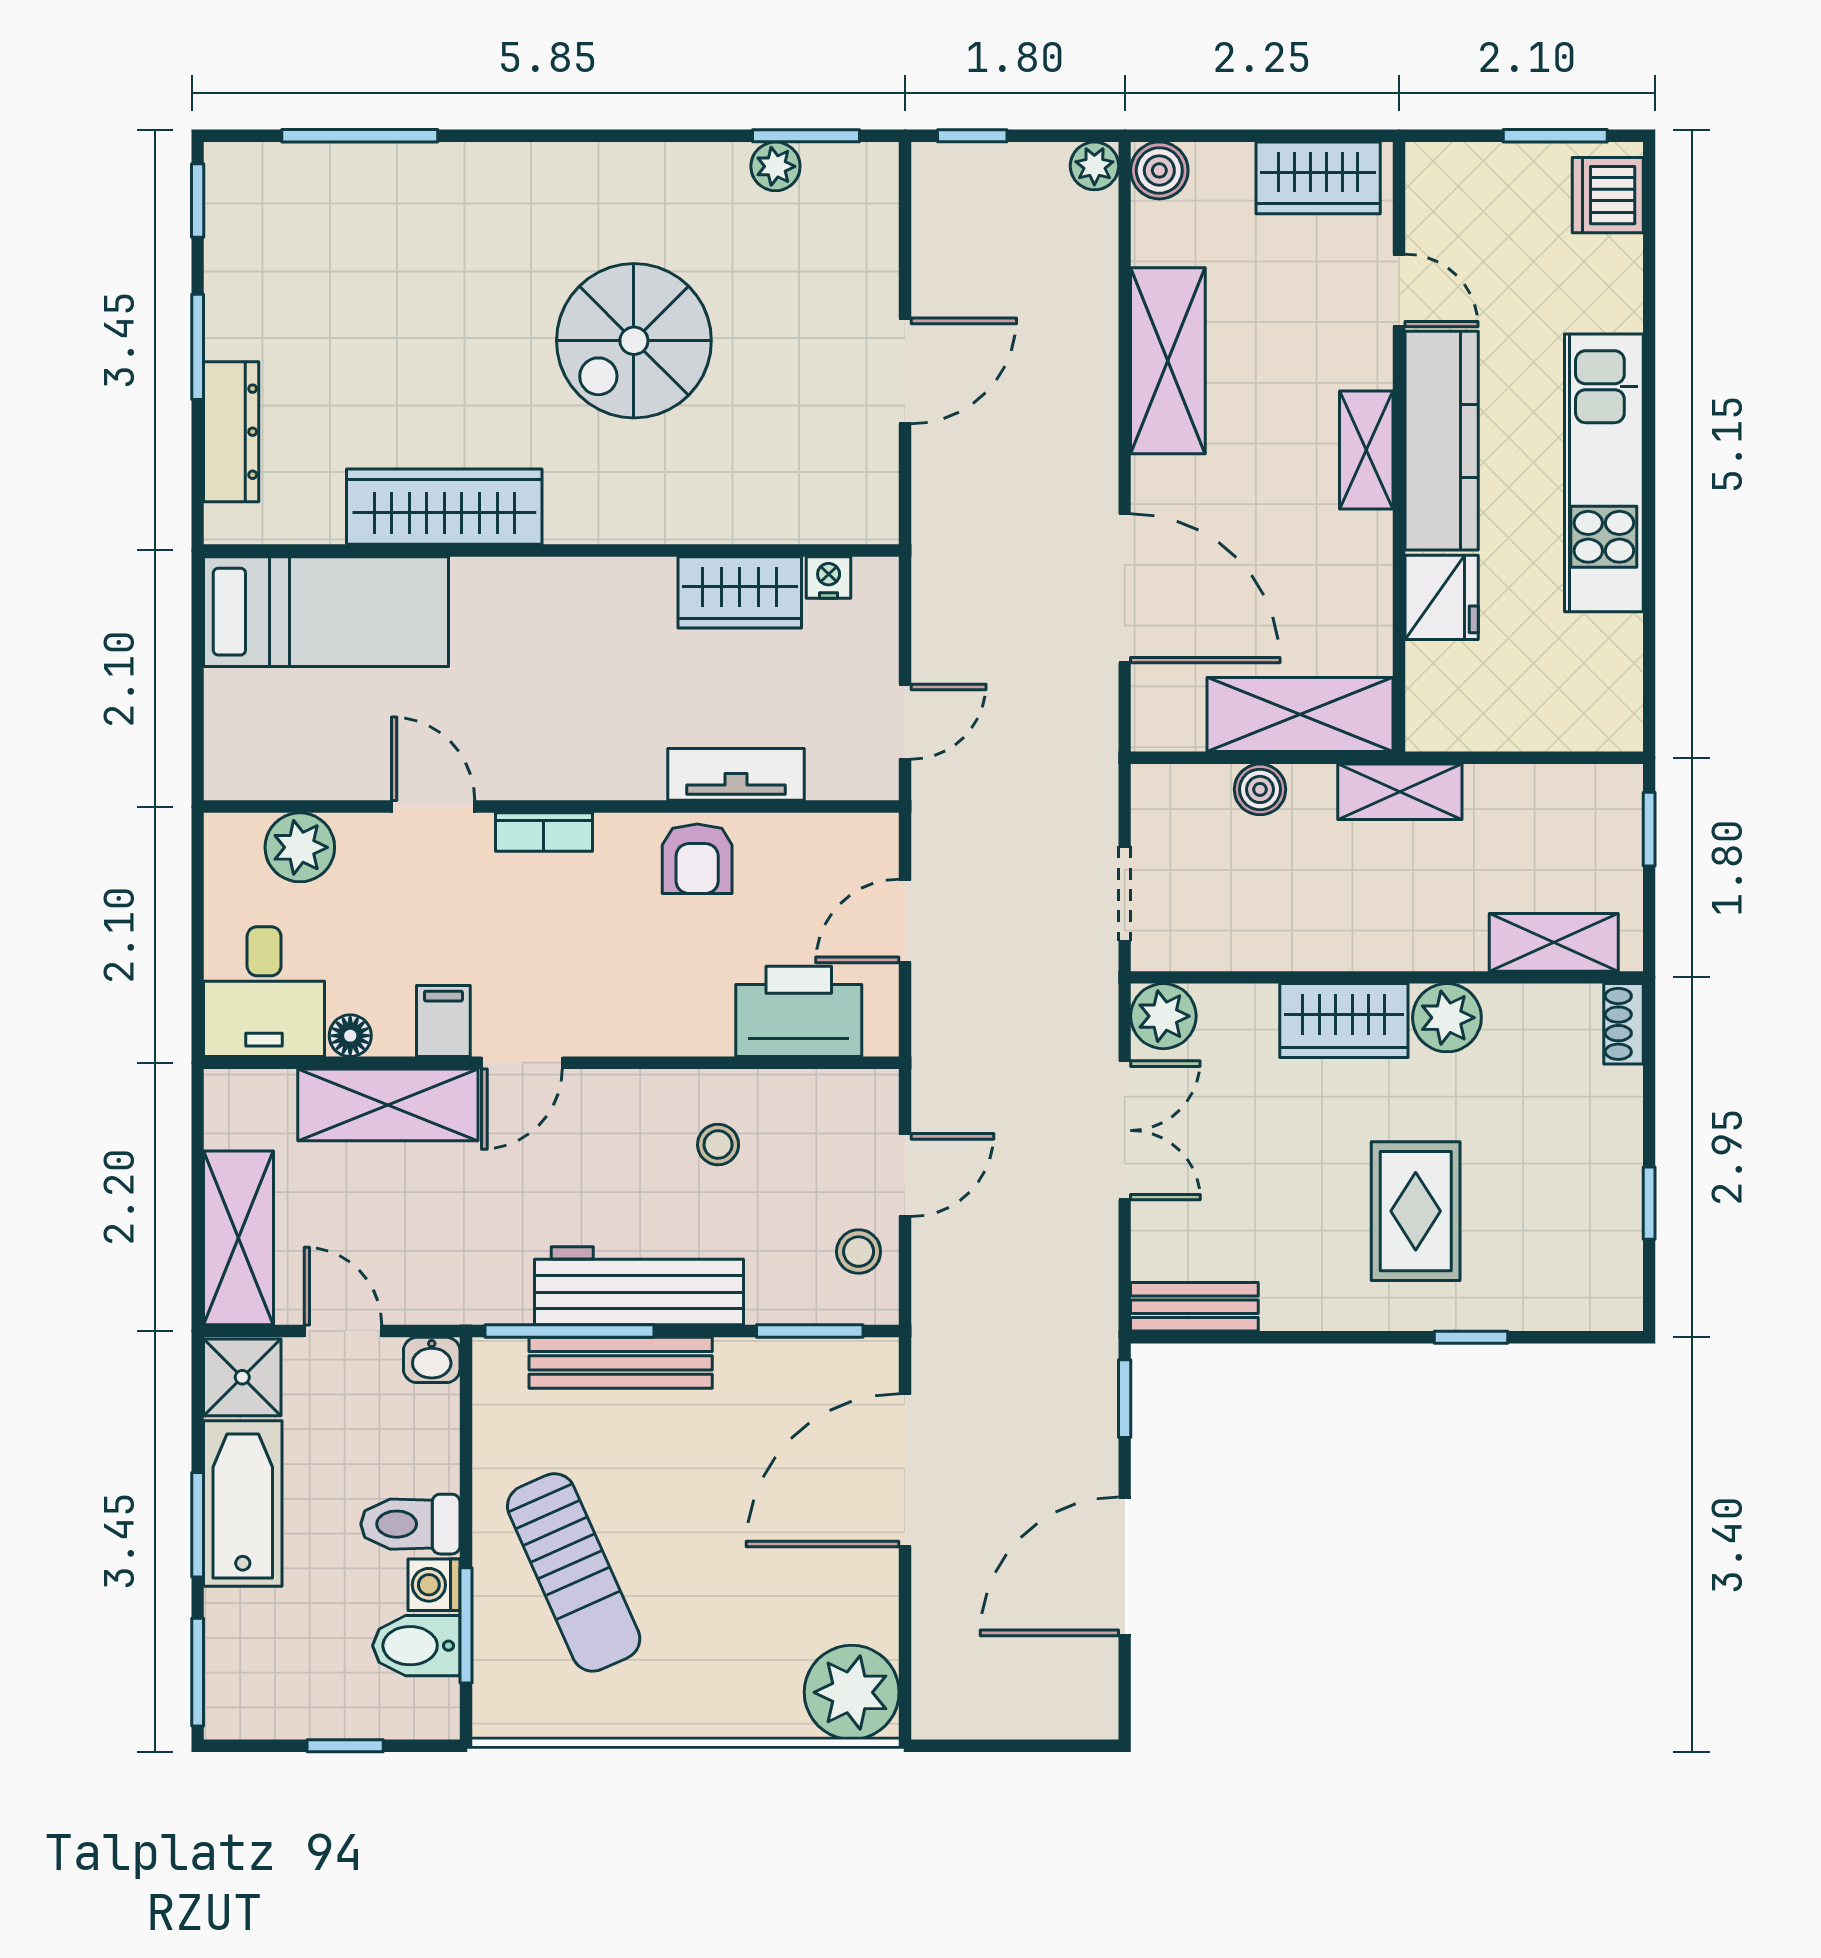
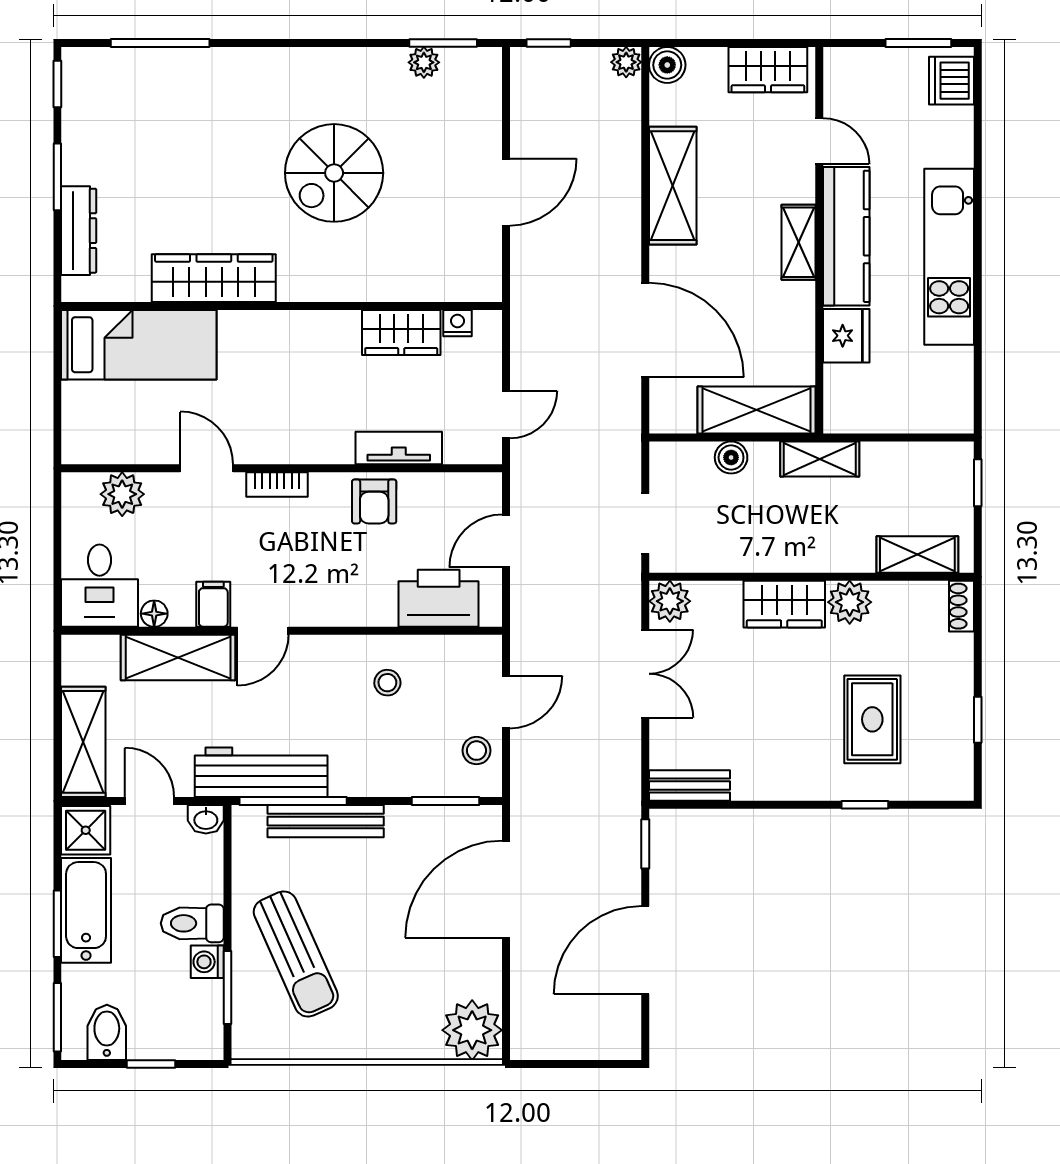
rug: (1416, 1211) -> (872, 719), moved
workbench: (639, 1286) -> (261, 772), moved
bidet: (416, 1646) -> (107, 1032), moved, turned 90

